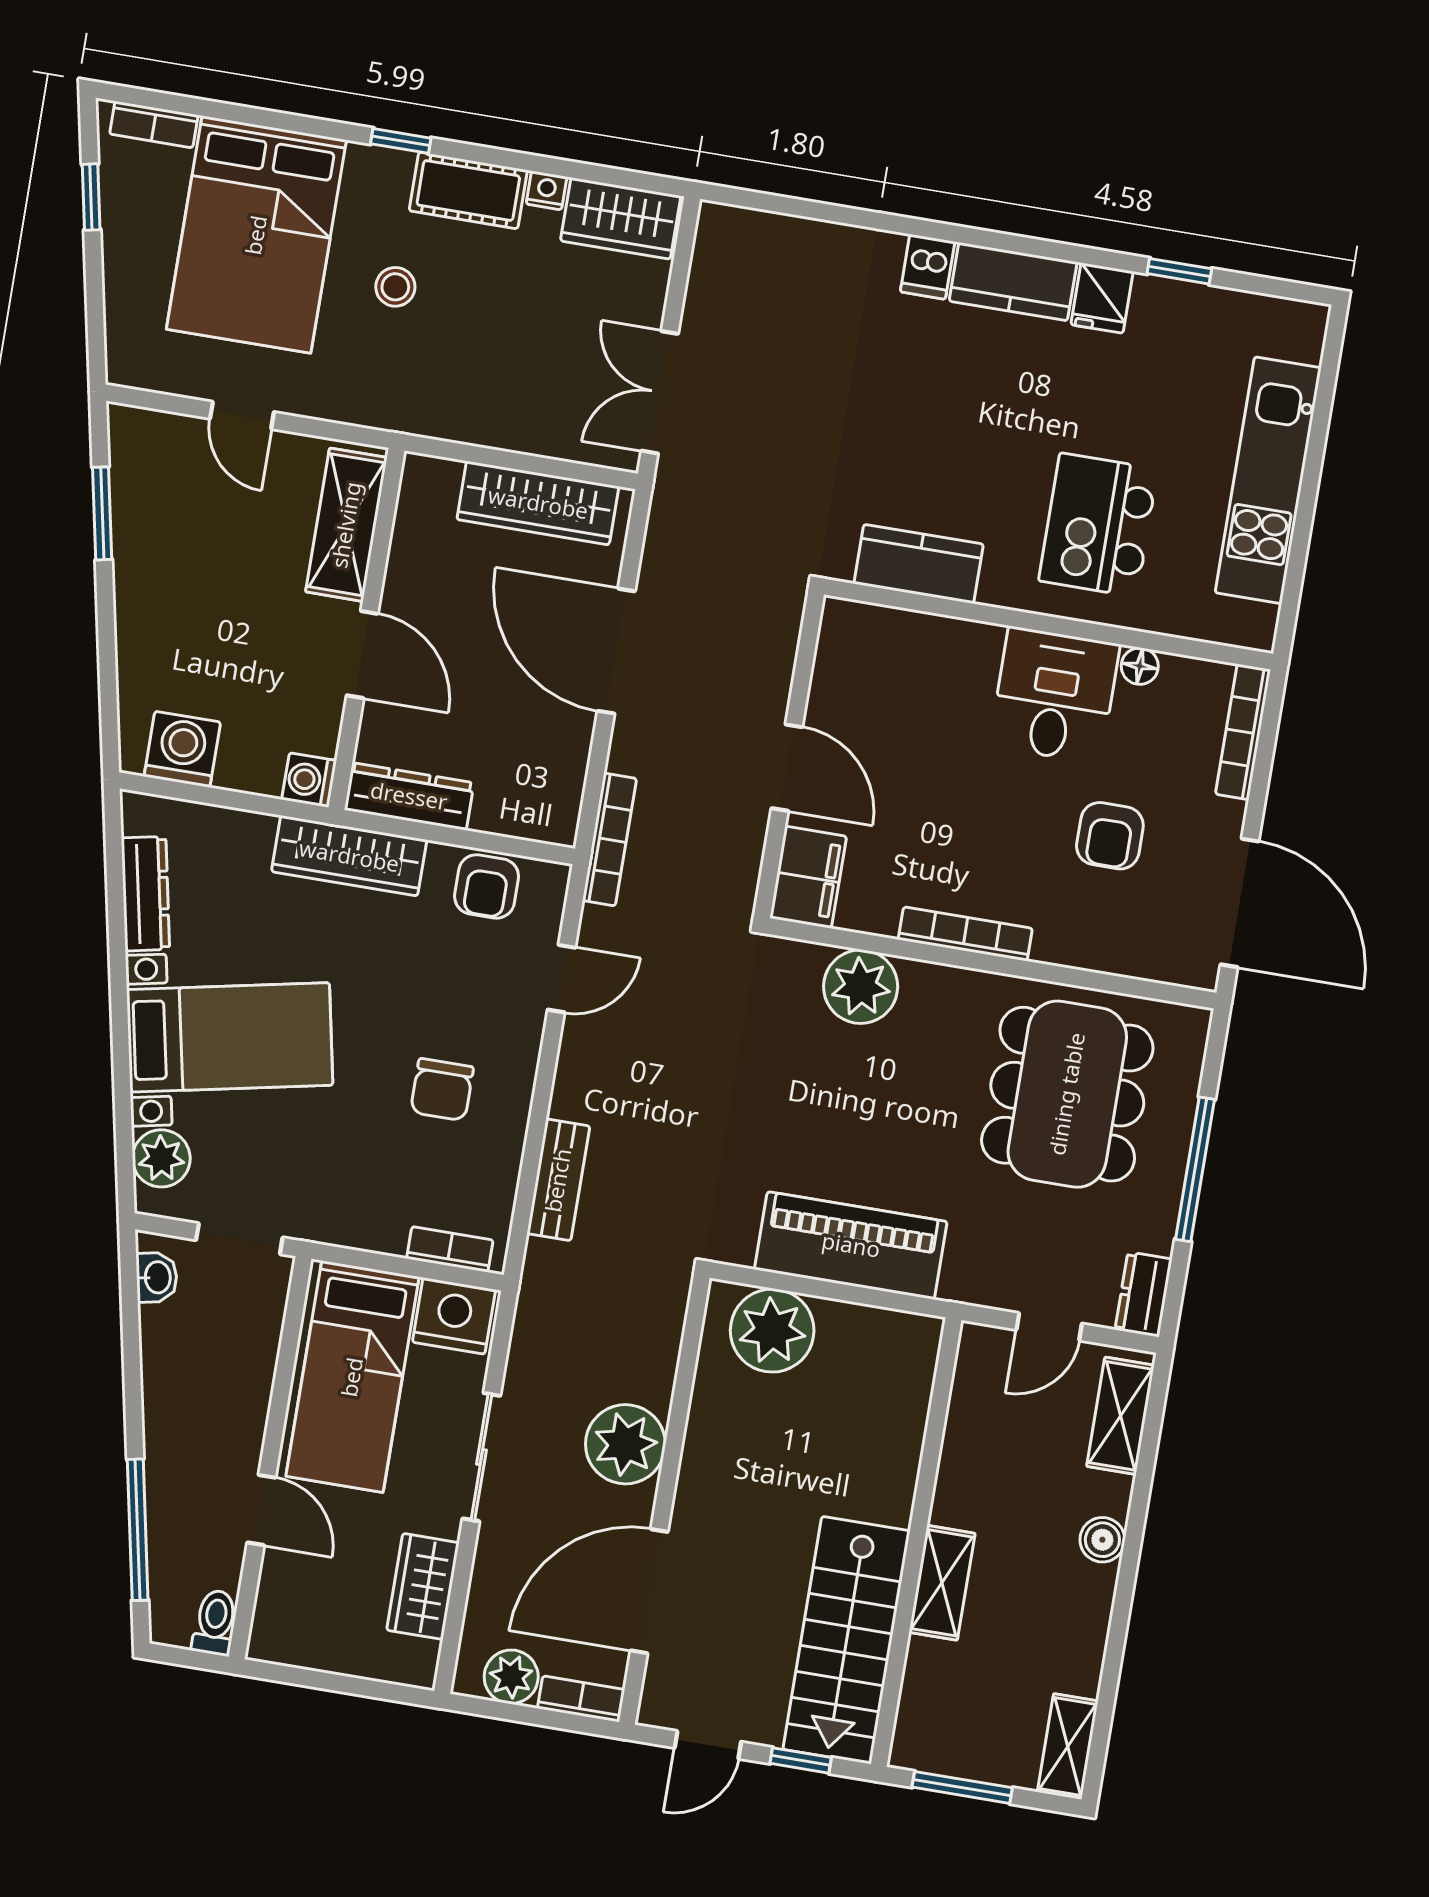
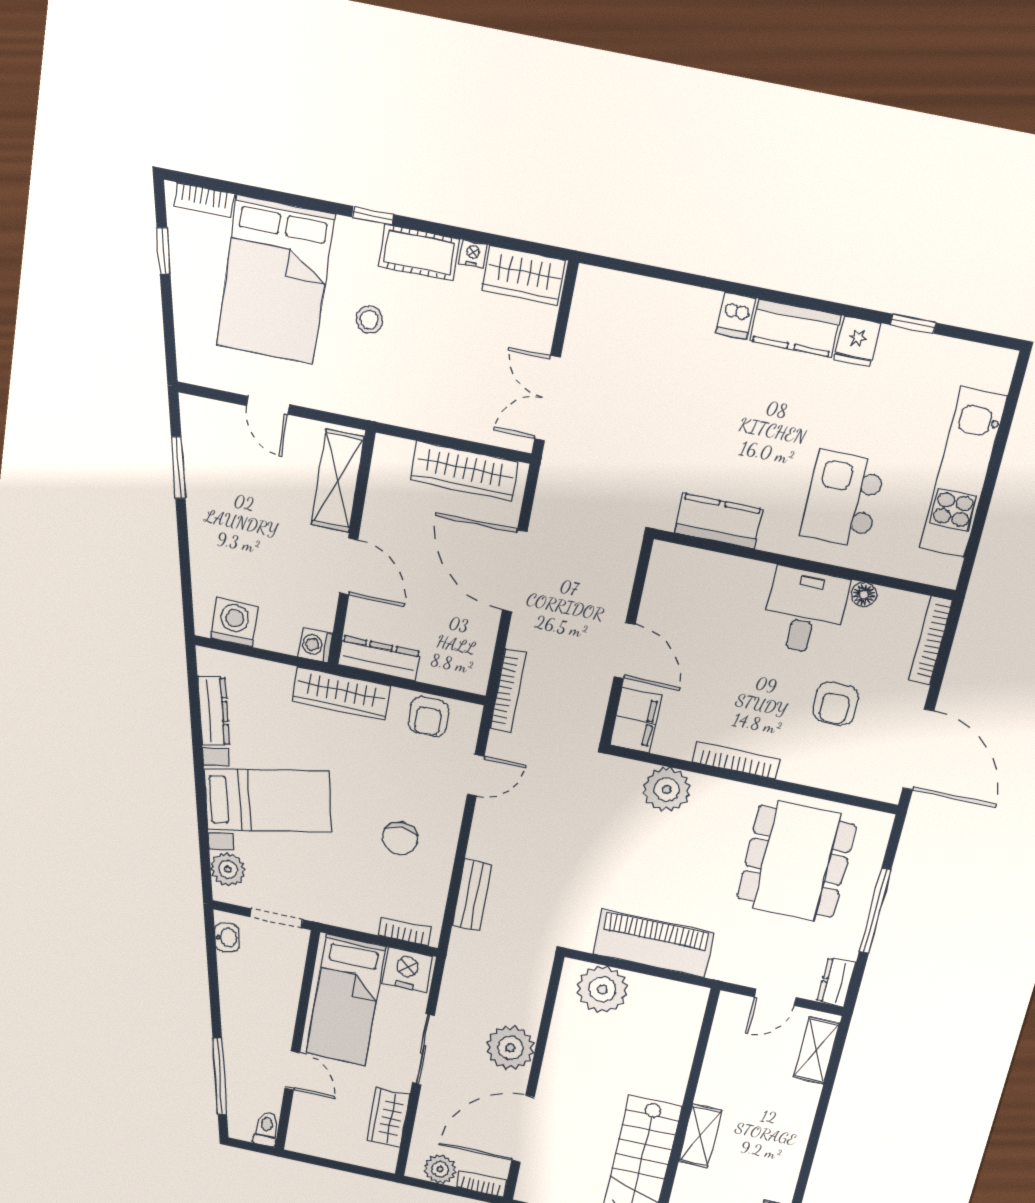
boiler: (1102, 1540) -> (800, 1119), removed

